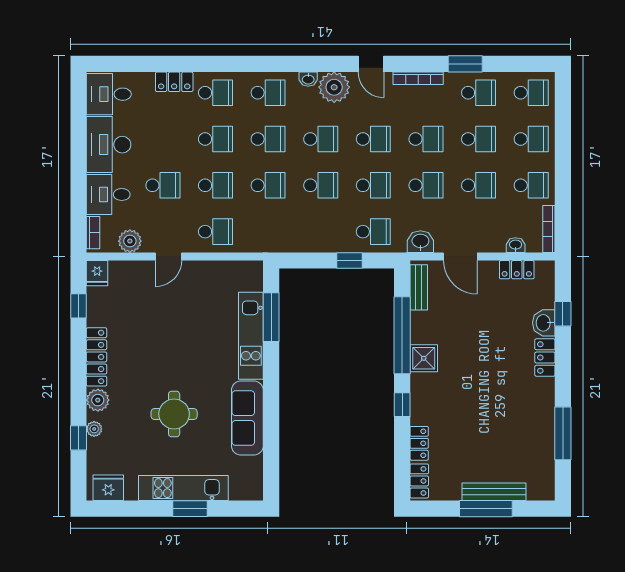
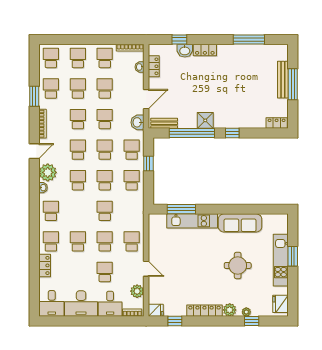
school desk: (268, 139) -> (132, 180), moved
locker: (419, 443) -> (255, 123), removed

